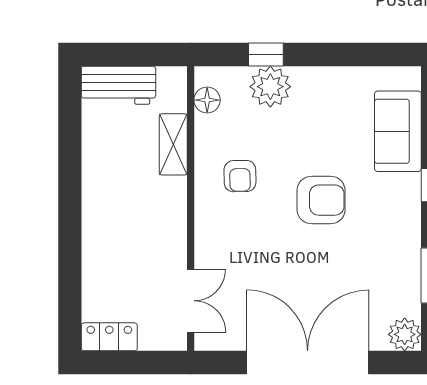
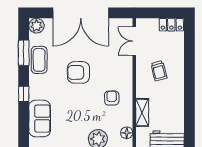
armchair: (321, 200) -> (78, 72), moved
trolley: (137, 236) -> (159, 71), added
coffee table: (399, 260) -> (39, 60), added

